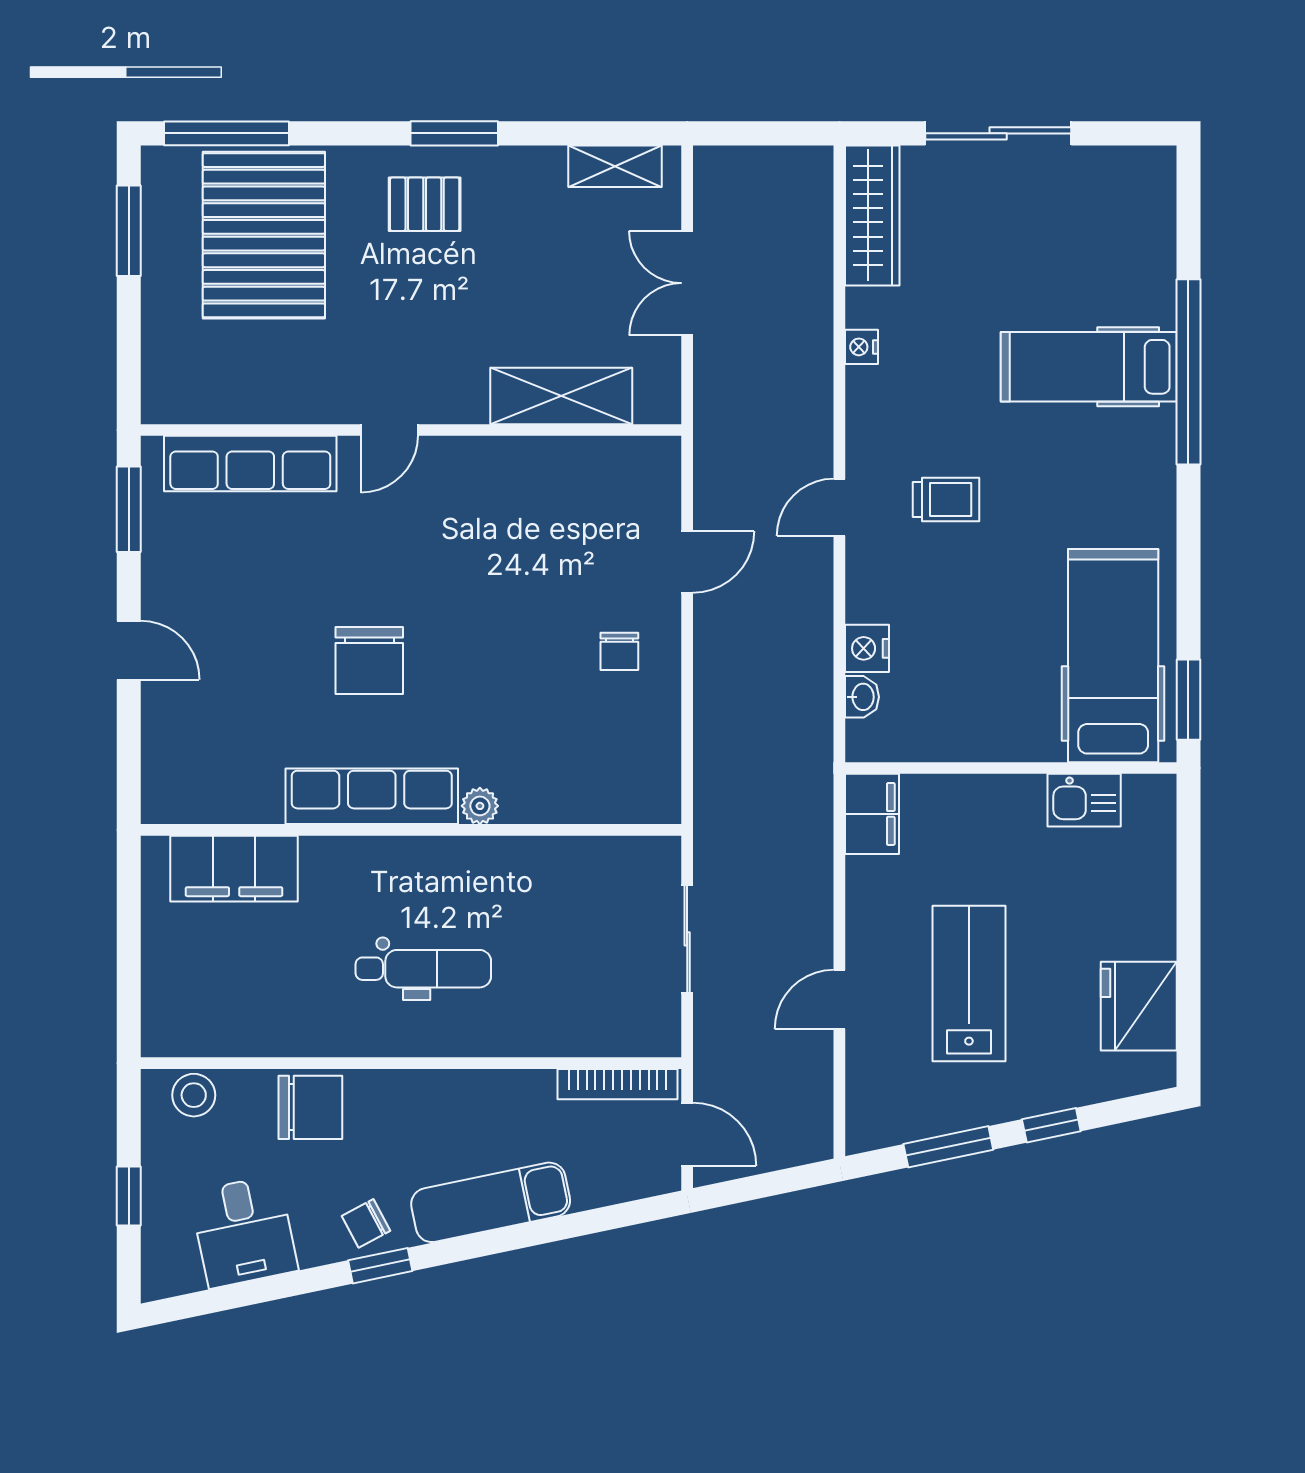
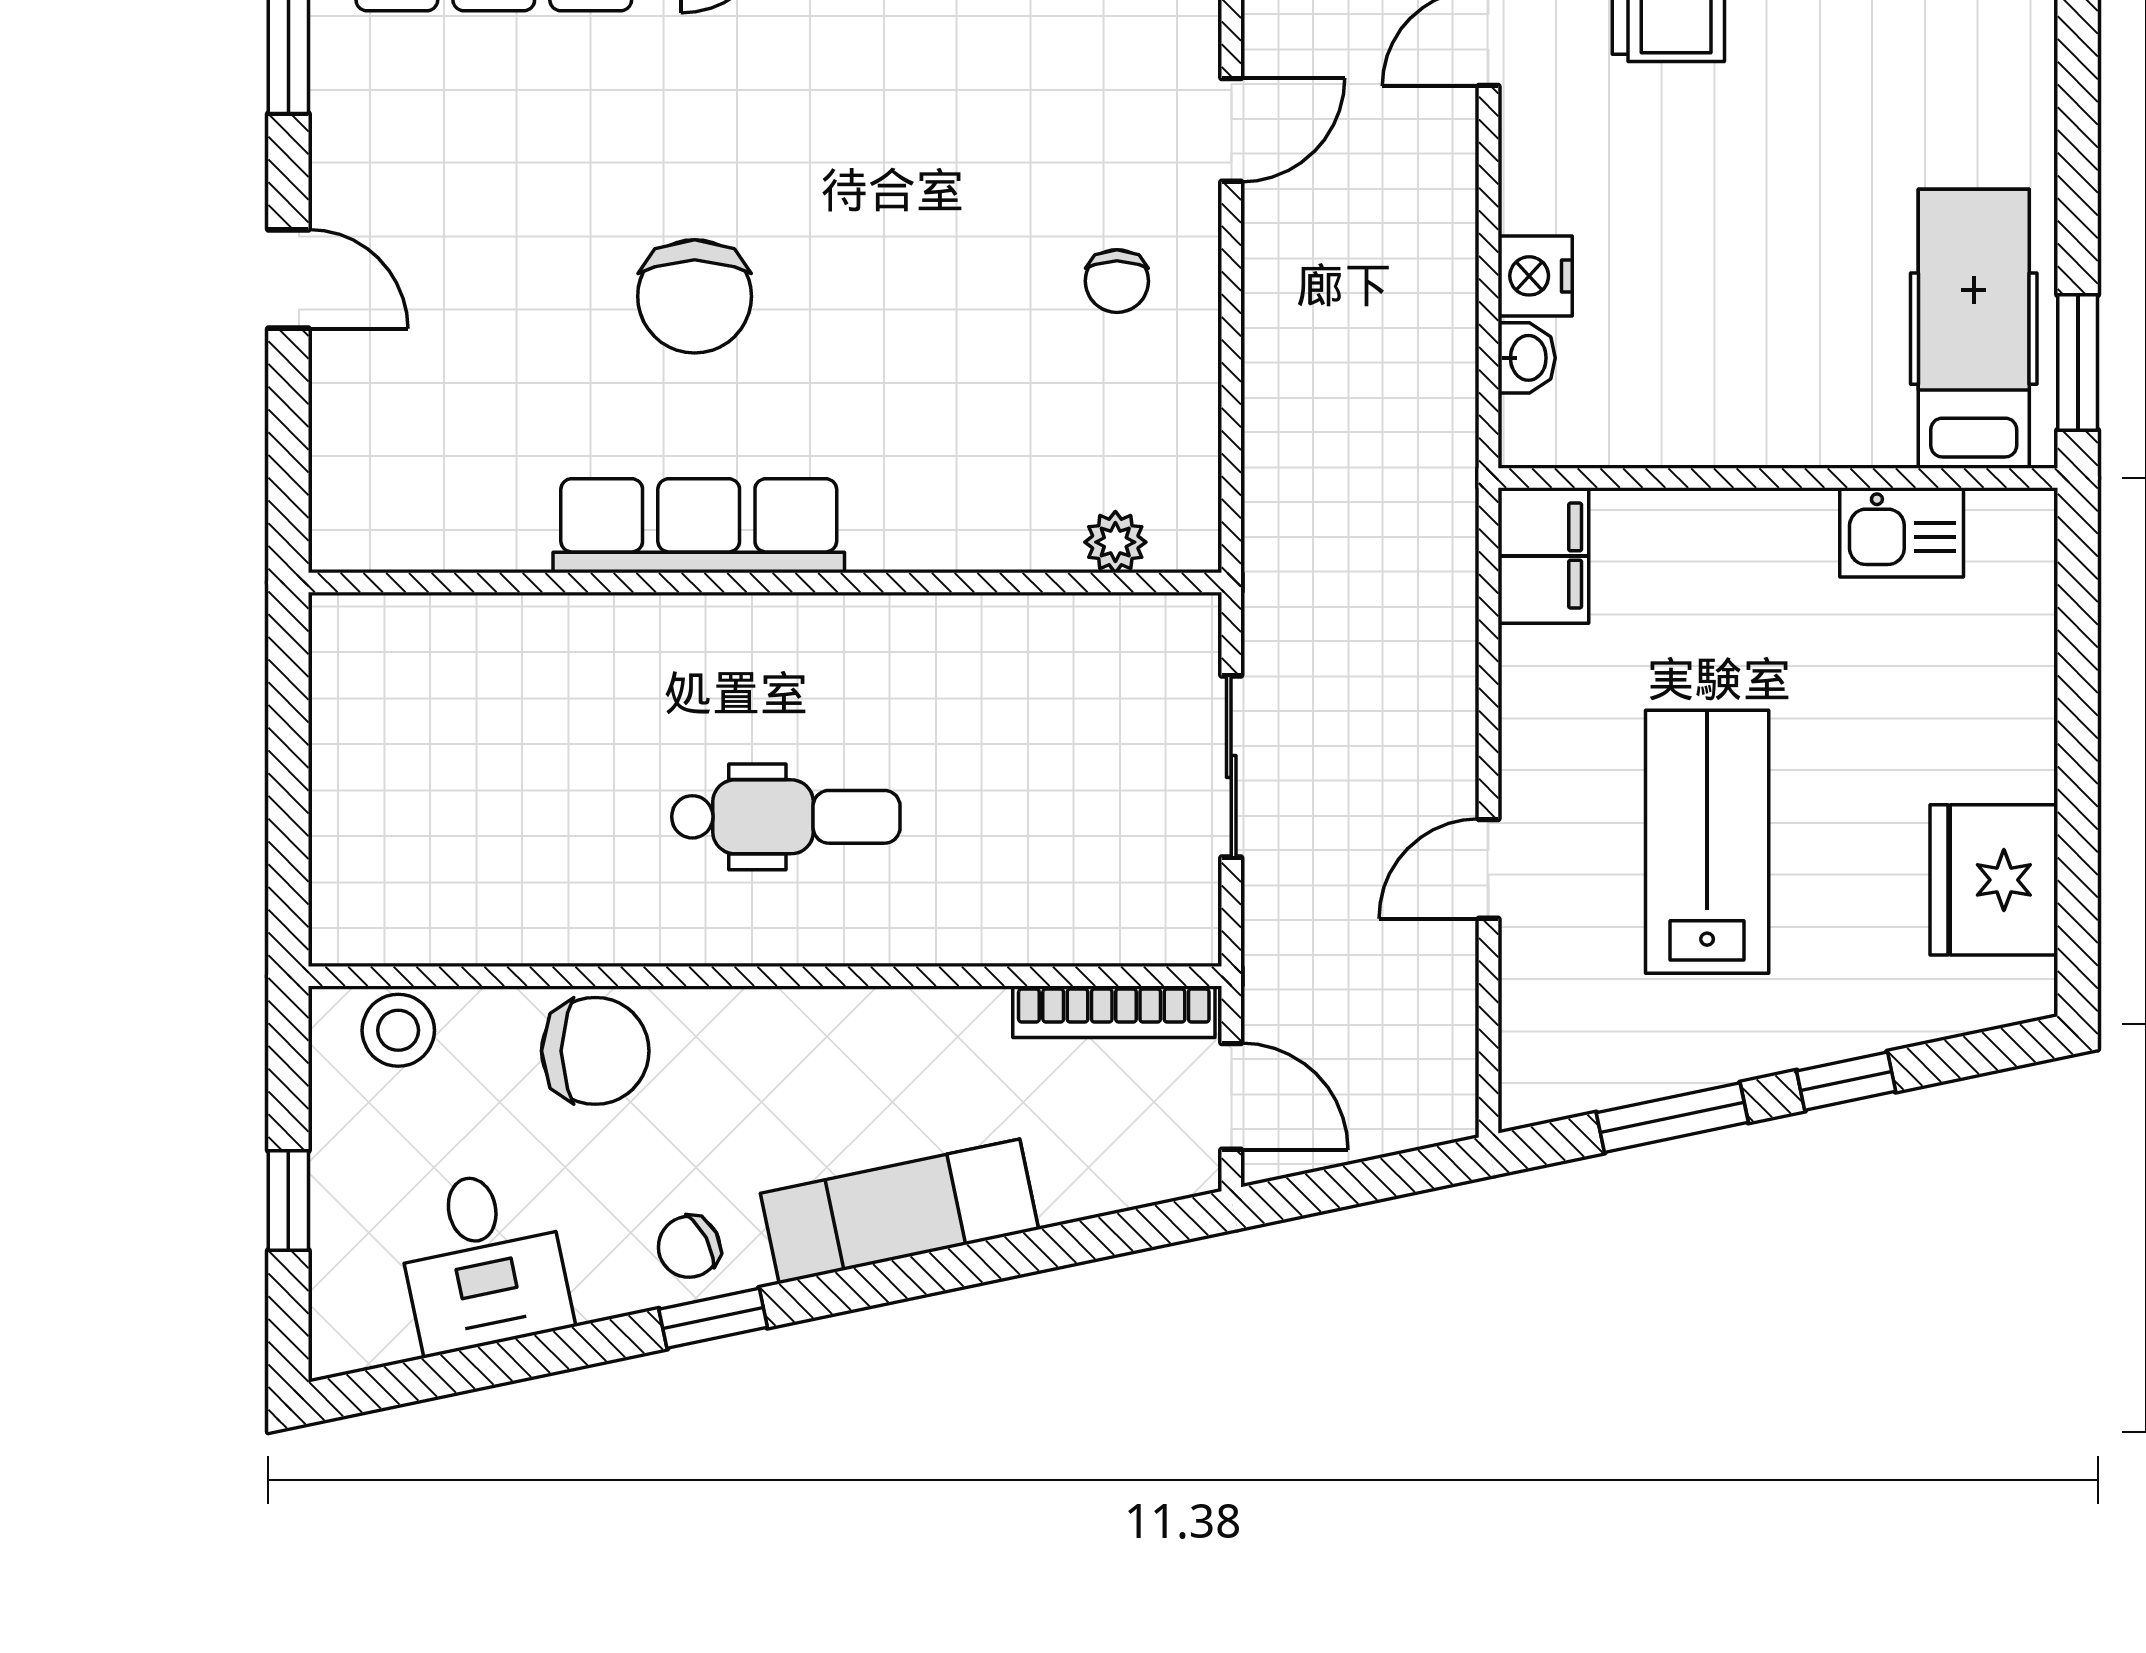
hospital bed: (1113, 656) -> (1974, 329), width x0.73, depth x0.78
plant: (480, 806) -> (1115, 542), moved
filing cabinet: (234, 869) -> (466, 648), removed

